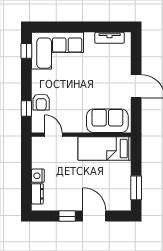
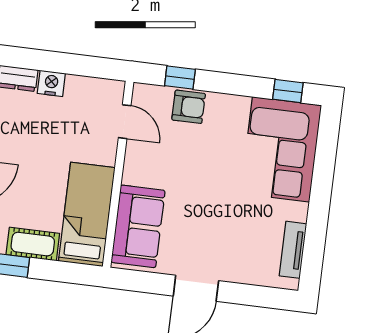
armchair: (41, 102) -> (189, 107), turned 180
door: (53, 135) -> (125, 122), hinge flipped
cot: (124, 175) -> (33, 244), added

